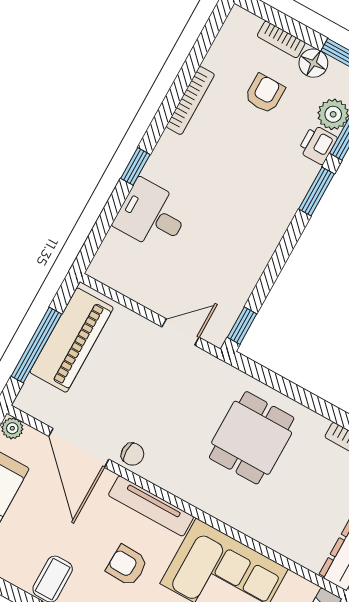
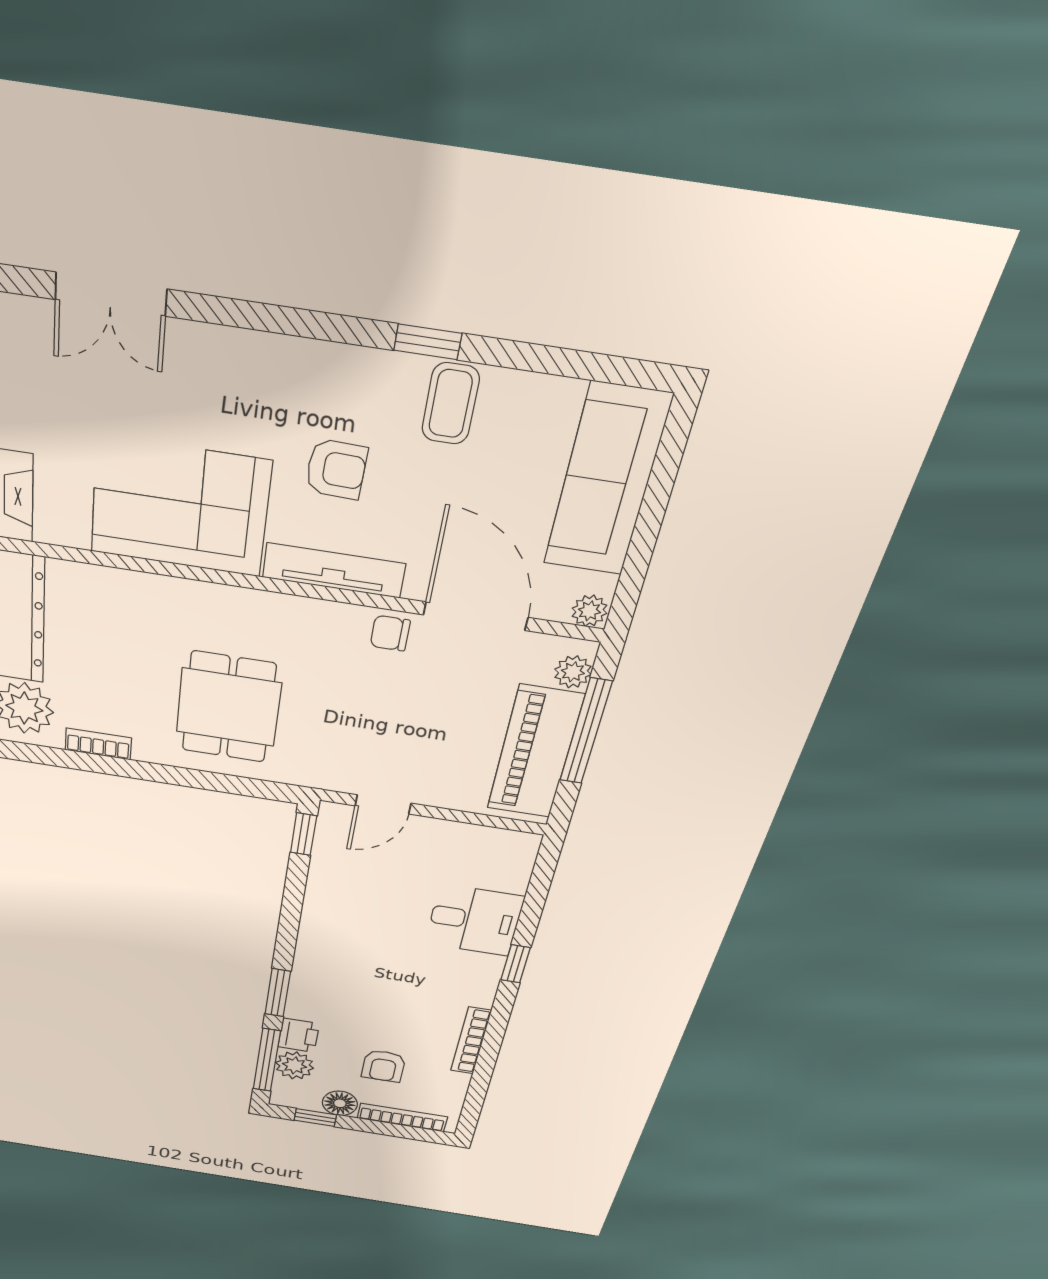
bookcase: (281, 39) -> (402, 1118), width x1.56
plant: (33, 390) -> (573, 672), added

